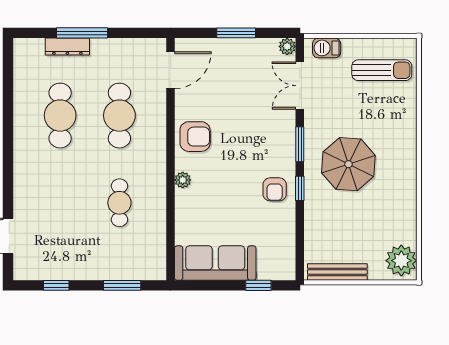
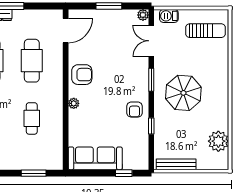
window: (300, 188) -> (151, 126), moved
plant: (401, 261) -> (218, 141), moved

